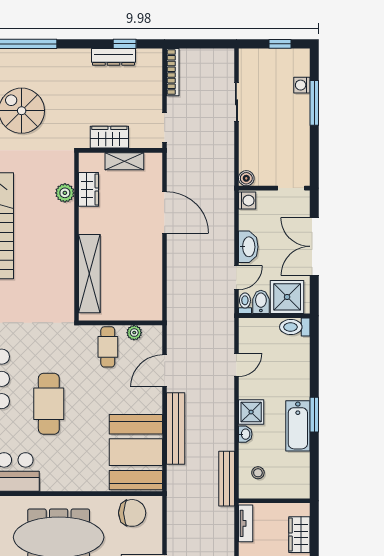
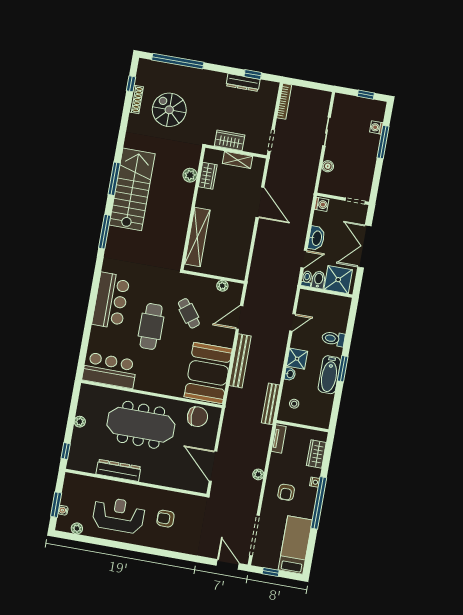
boiler: (246, 178) -> (328, 166), moved
toilet: (295, 327) -> (333, 339), moved
cafe table: (108, 347) -> (189, 313), moved, turned -37

